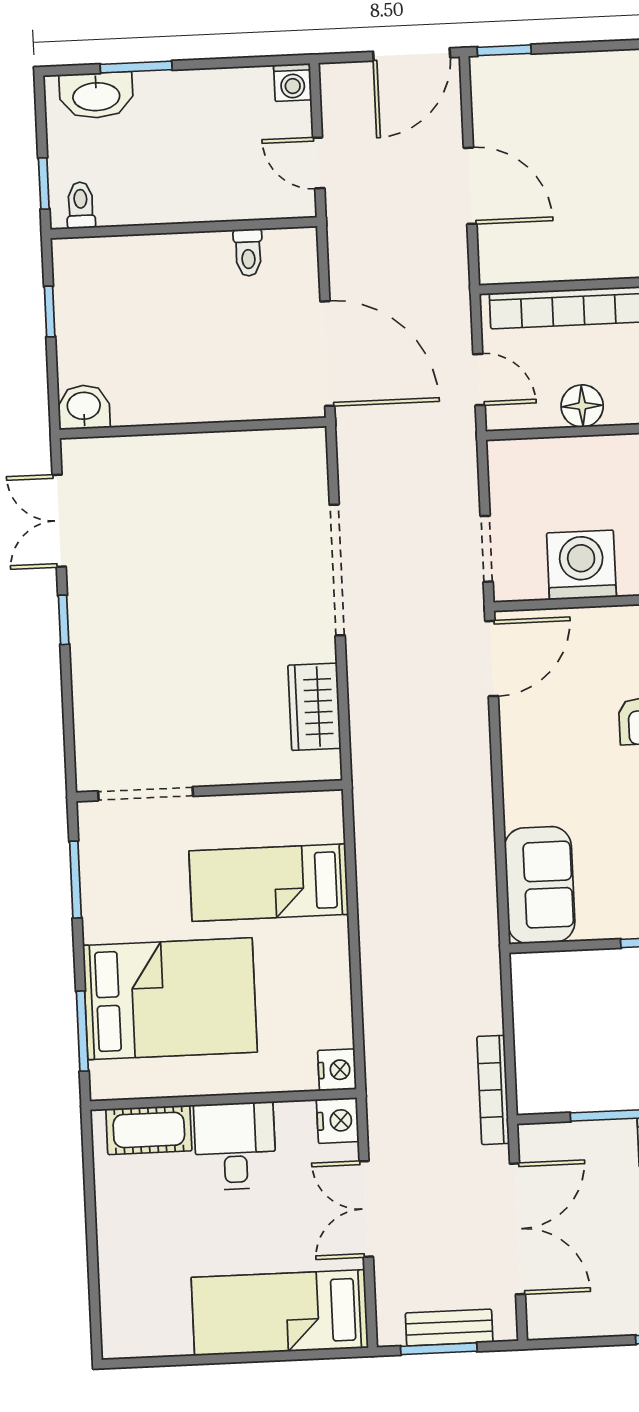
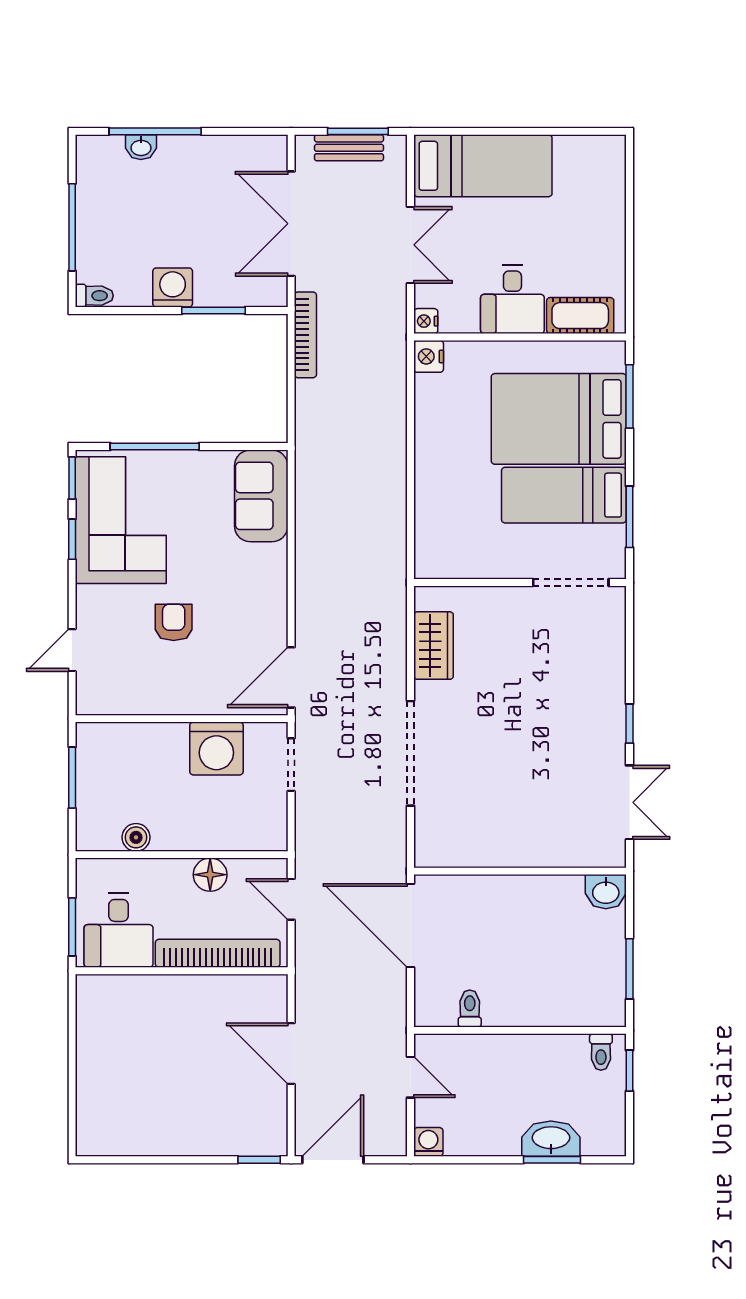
washbasin: (96, 95) -> (551, 1139), moved
window: (50, 311) -> (629, 969), width x1.50
bed: (269, 883) -> (564, 495), moved, turned 180
nightstand: (338, 1121) -> (426, 321), width x0.72, depth x0.74

